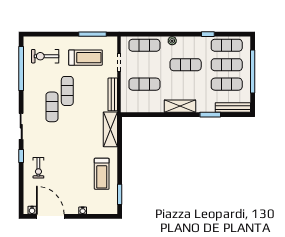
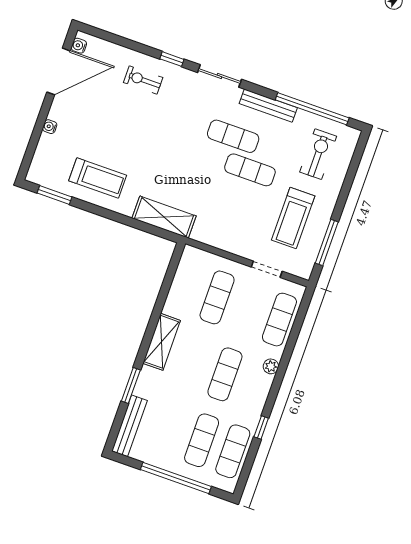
exercise mat: (227, 84) -> (170, 429), removed
bench: (113, 94) -> (268, 106), moved
treadmill: (102, 174) -> (98, 178), turned 180

